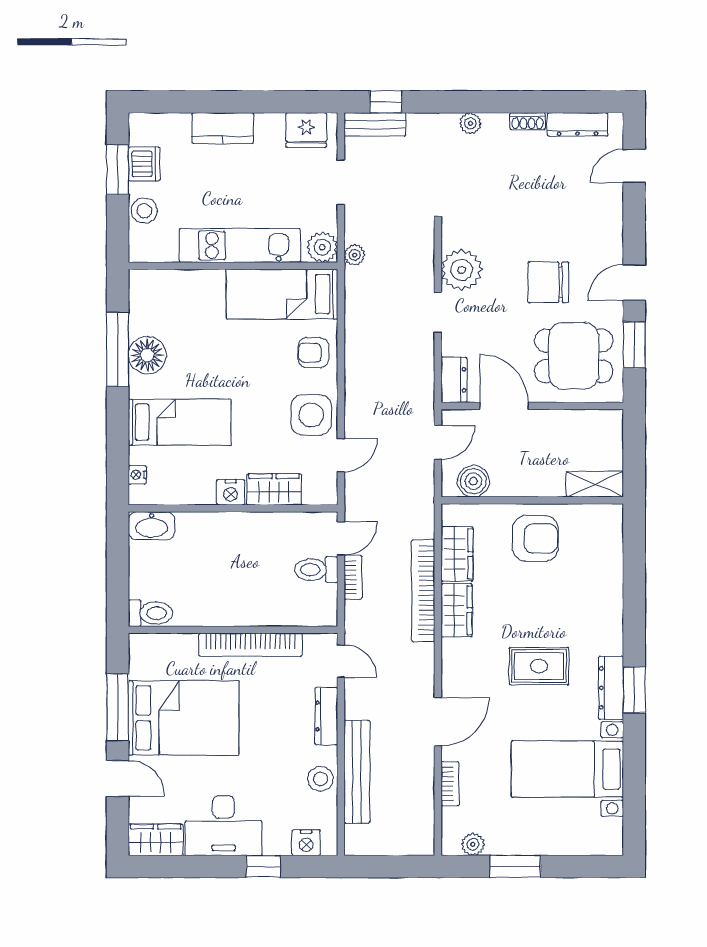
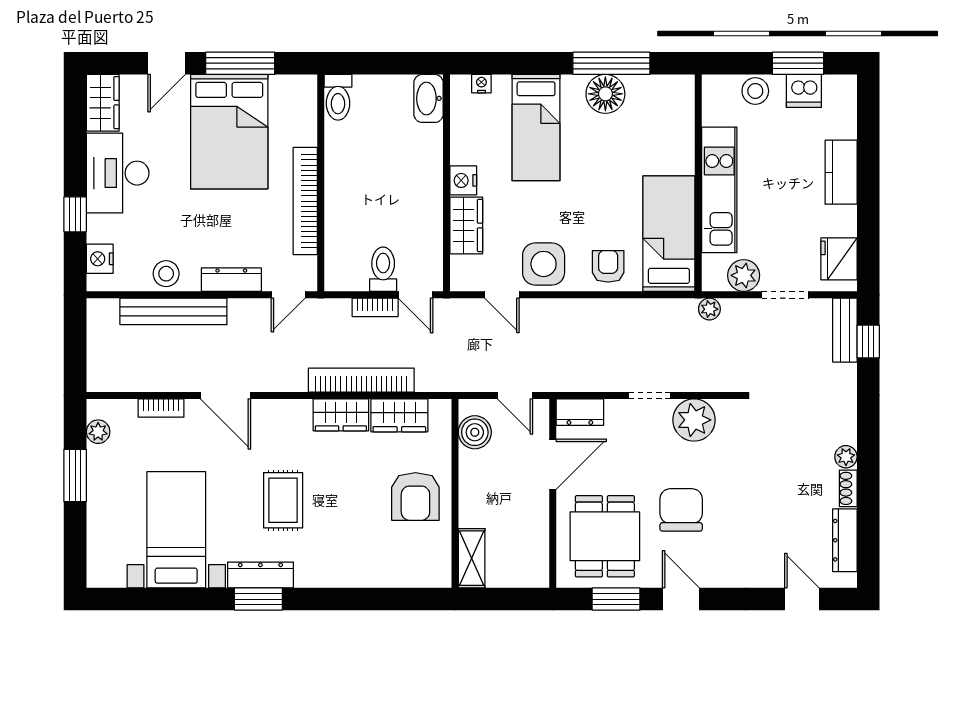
plant: (470, 123) -> (846, 457), moved
plant: (322, 247) -> (744, 275), moved

